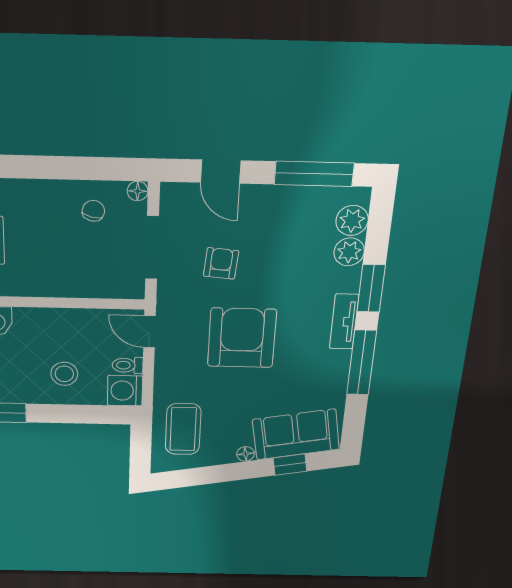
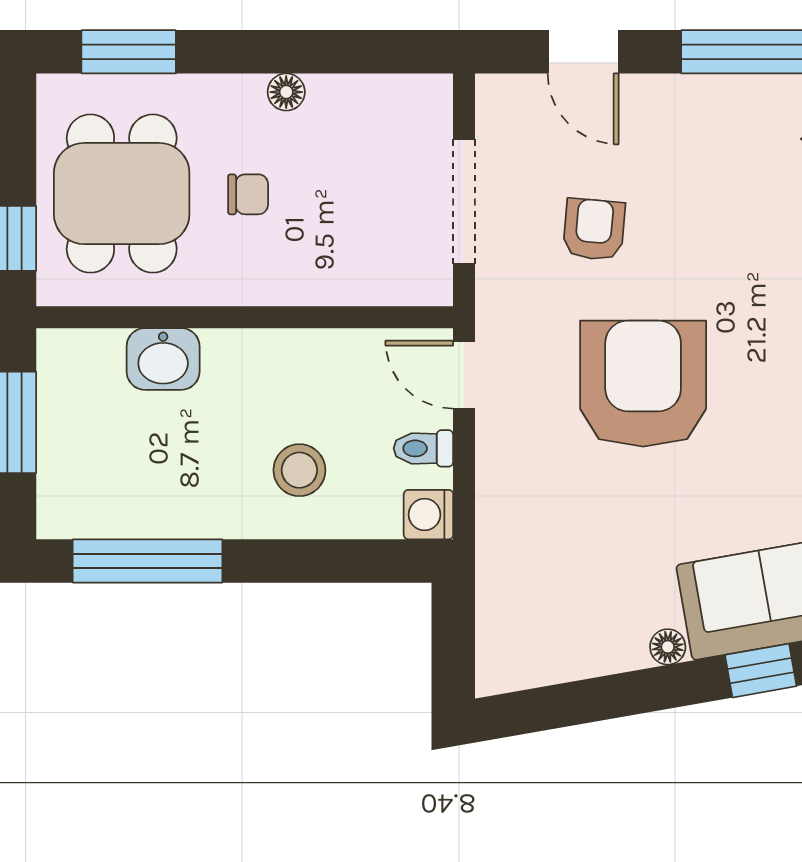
floor lamp: (138, 191) -> (286, 92), moved
chair: (93, 211) -> (248, 194), moved, turned 76
washing machine: (125, 391) -> (428, 515), width x0.73, depth x0.73
coffee table: (183, 429) -> (538, 591), removed

